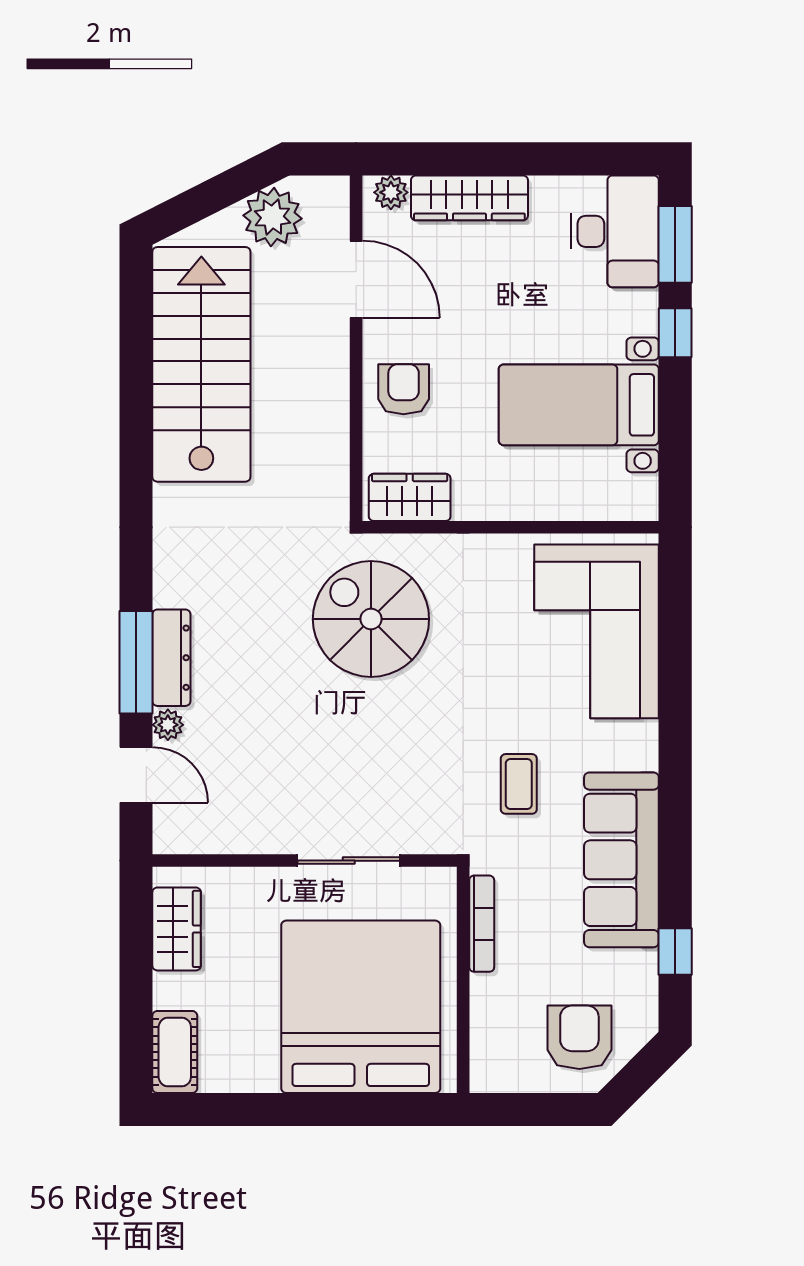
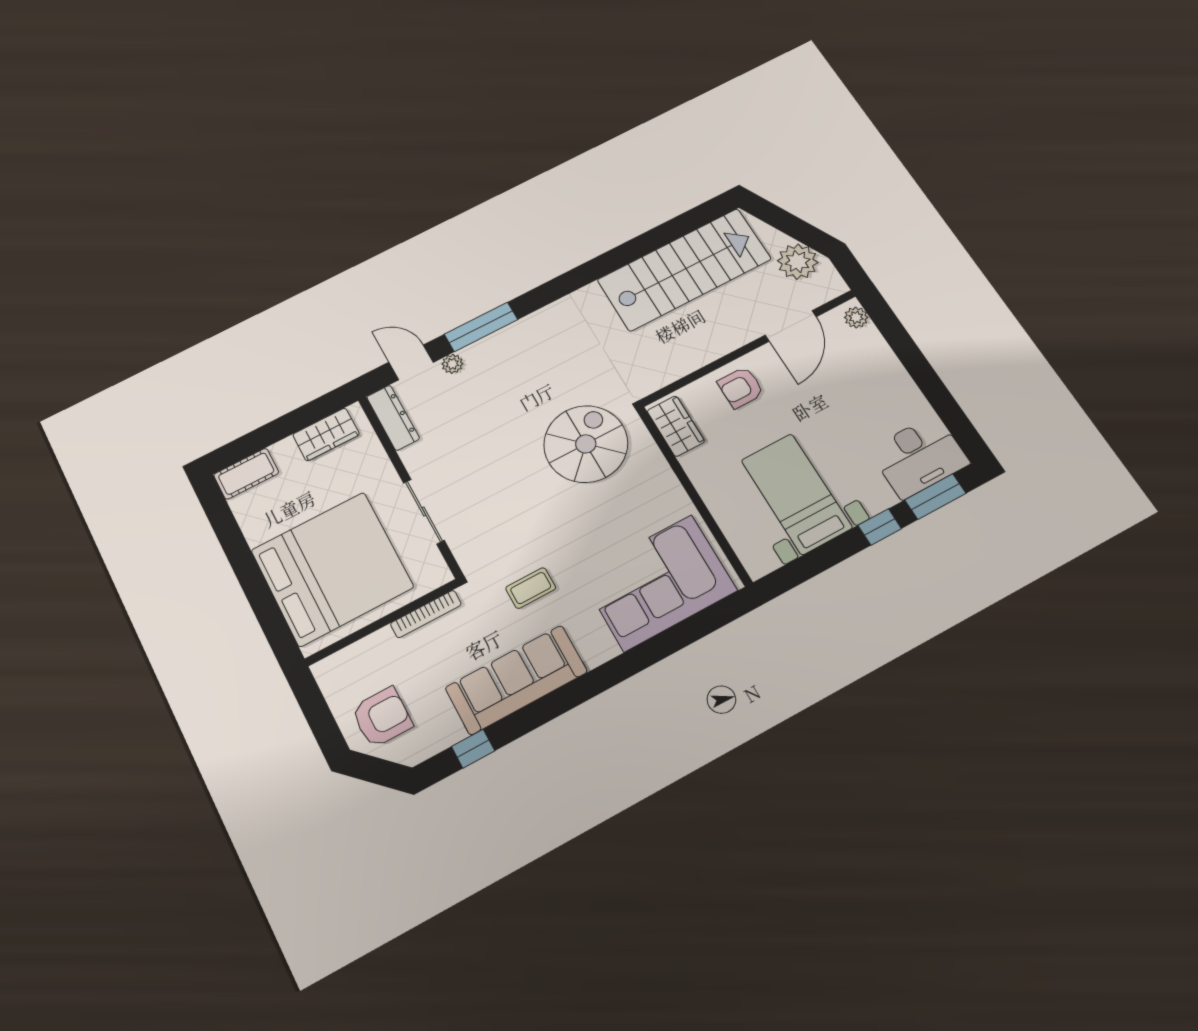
wardrobe: (469, 198) -> (883, 363), removed
armchair: (404, 389) -> (741, 387), turned 180
dresser: (171, 658) -> (393, 418), moved, turned -90
door: (136, 775) -> (411, 362), swing flipped

